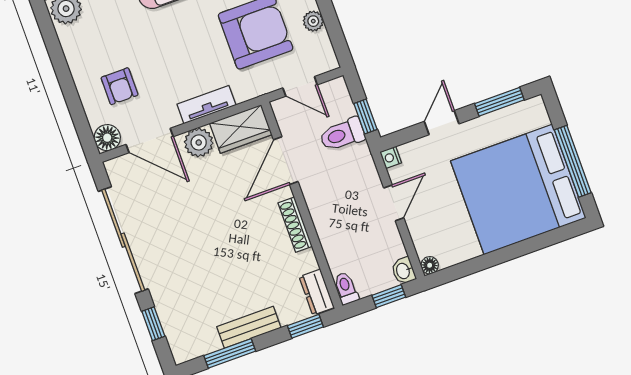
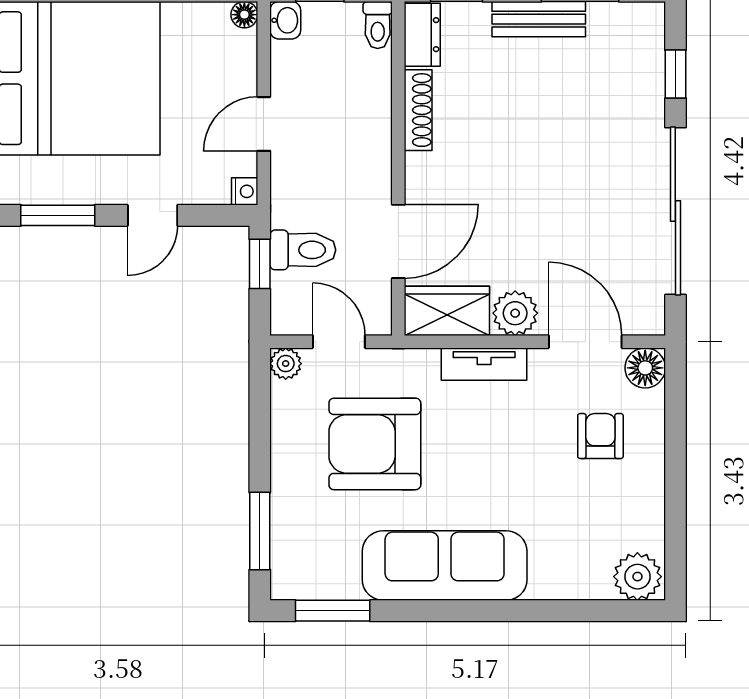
plant: (313, 21) -> (286, 364), moved
shoe rack: (295, 225) -> (418, 110), moved

